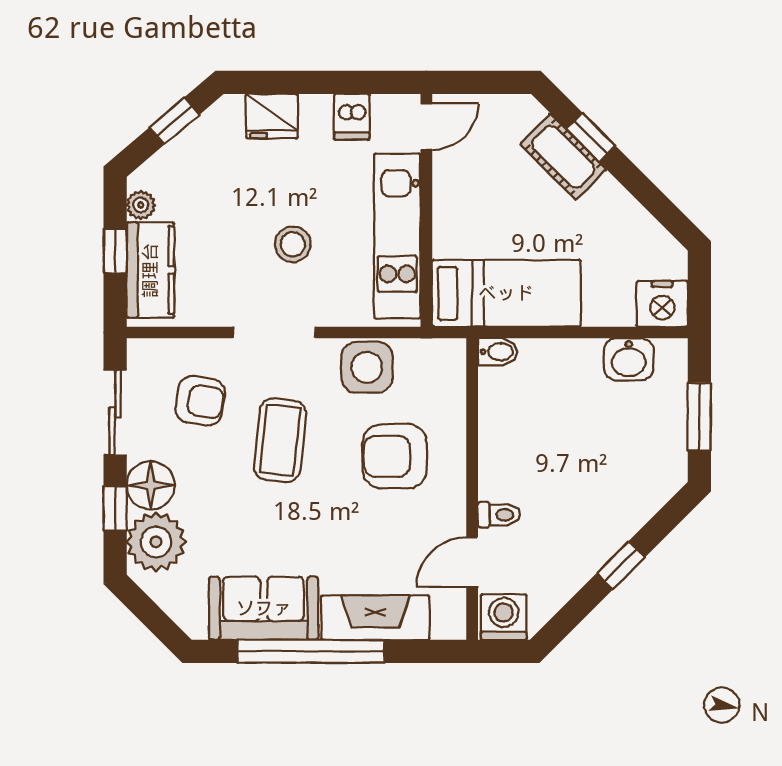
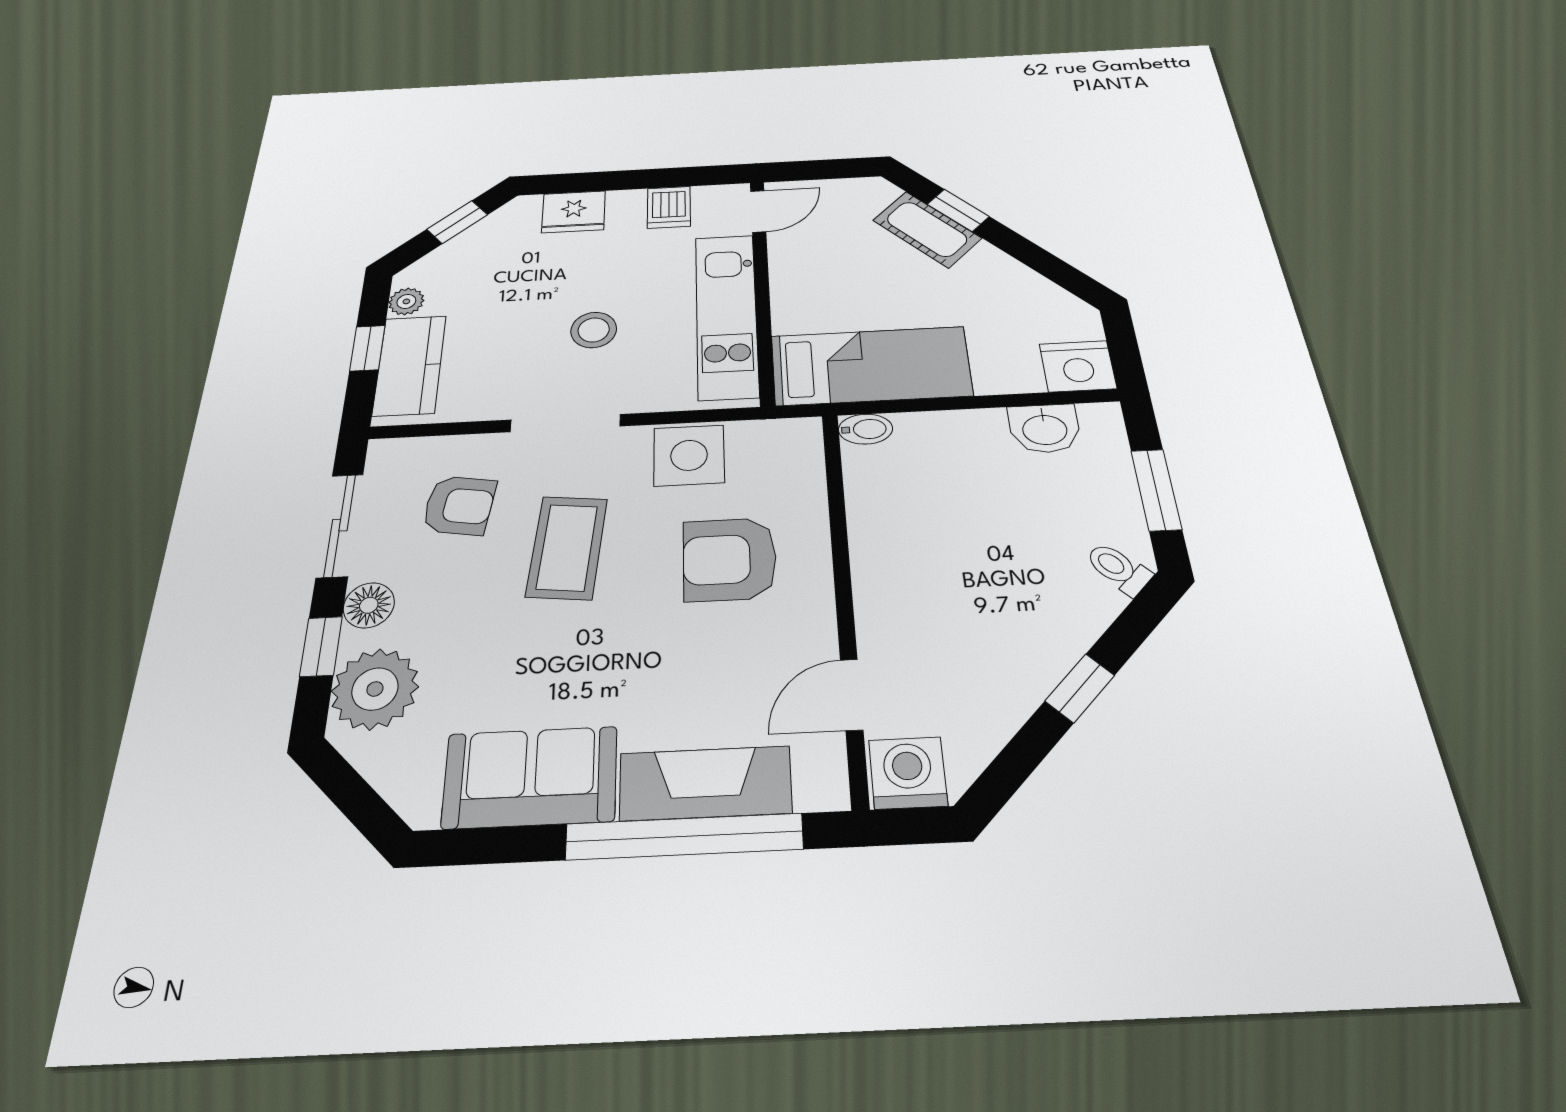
floor lamp: (151, 485) -> (369, 605), width x0.73, depth x0.73
toilet: (499, 515) -> (1118, 569), moved, turned -135
window: (311, 651) -> (684, 837), moved

